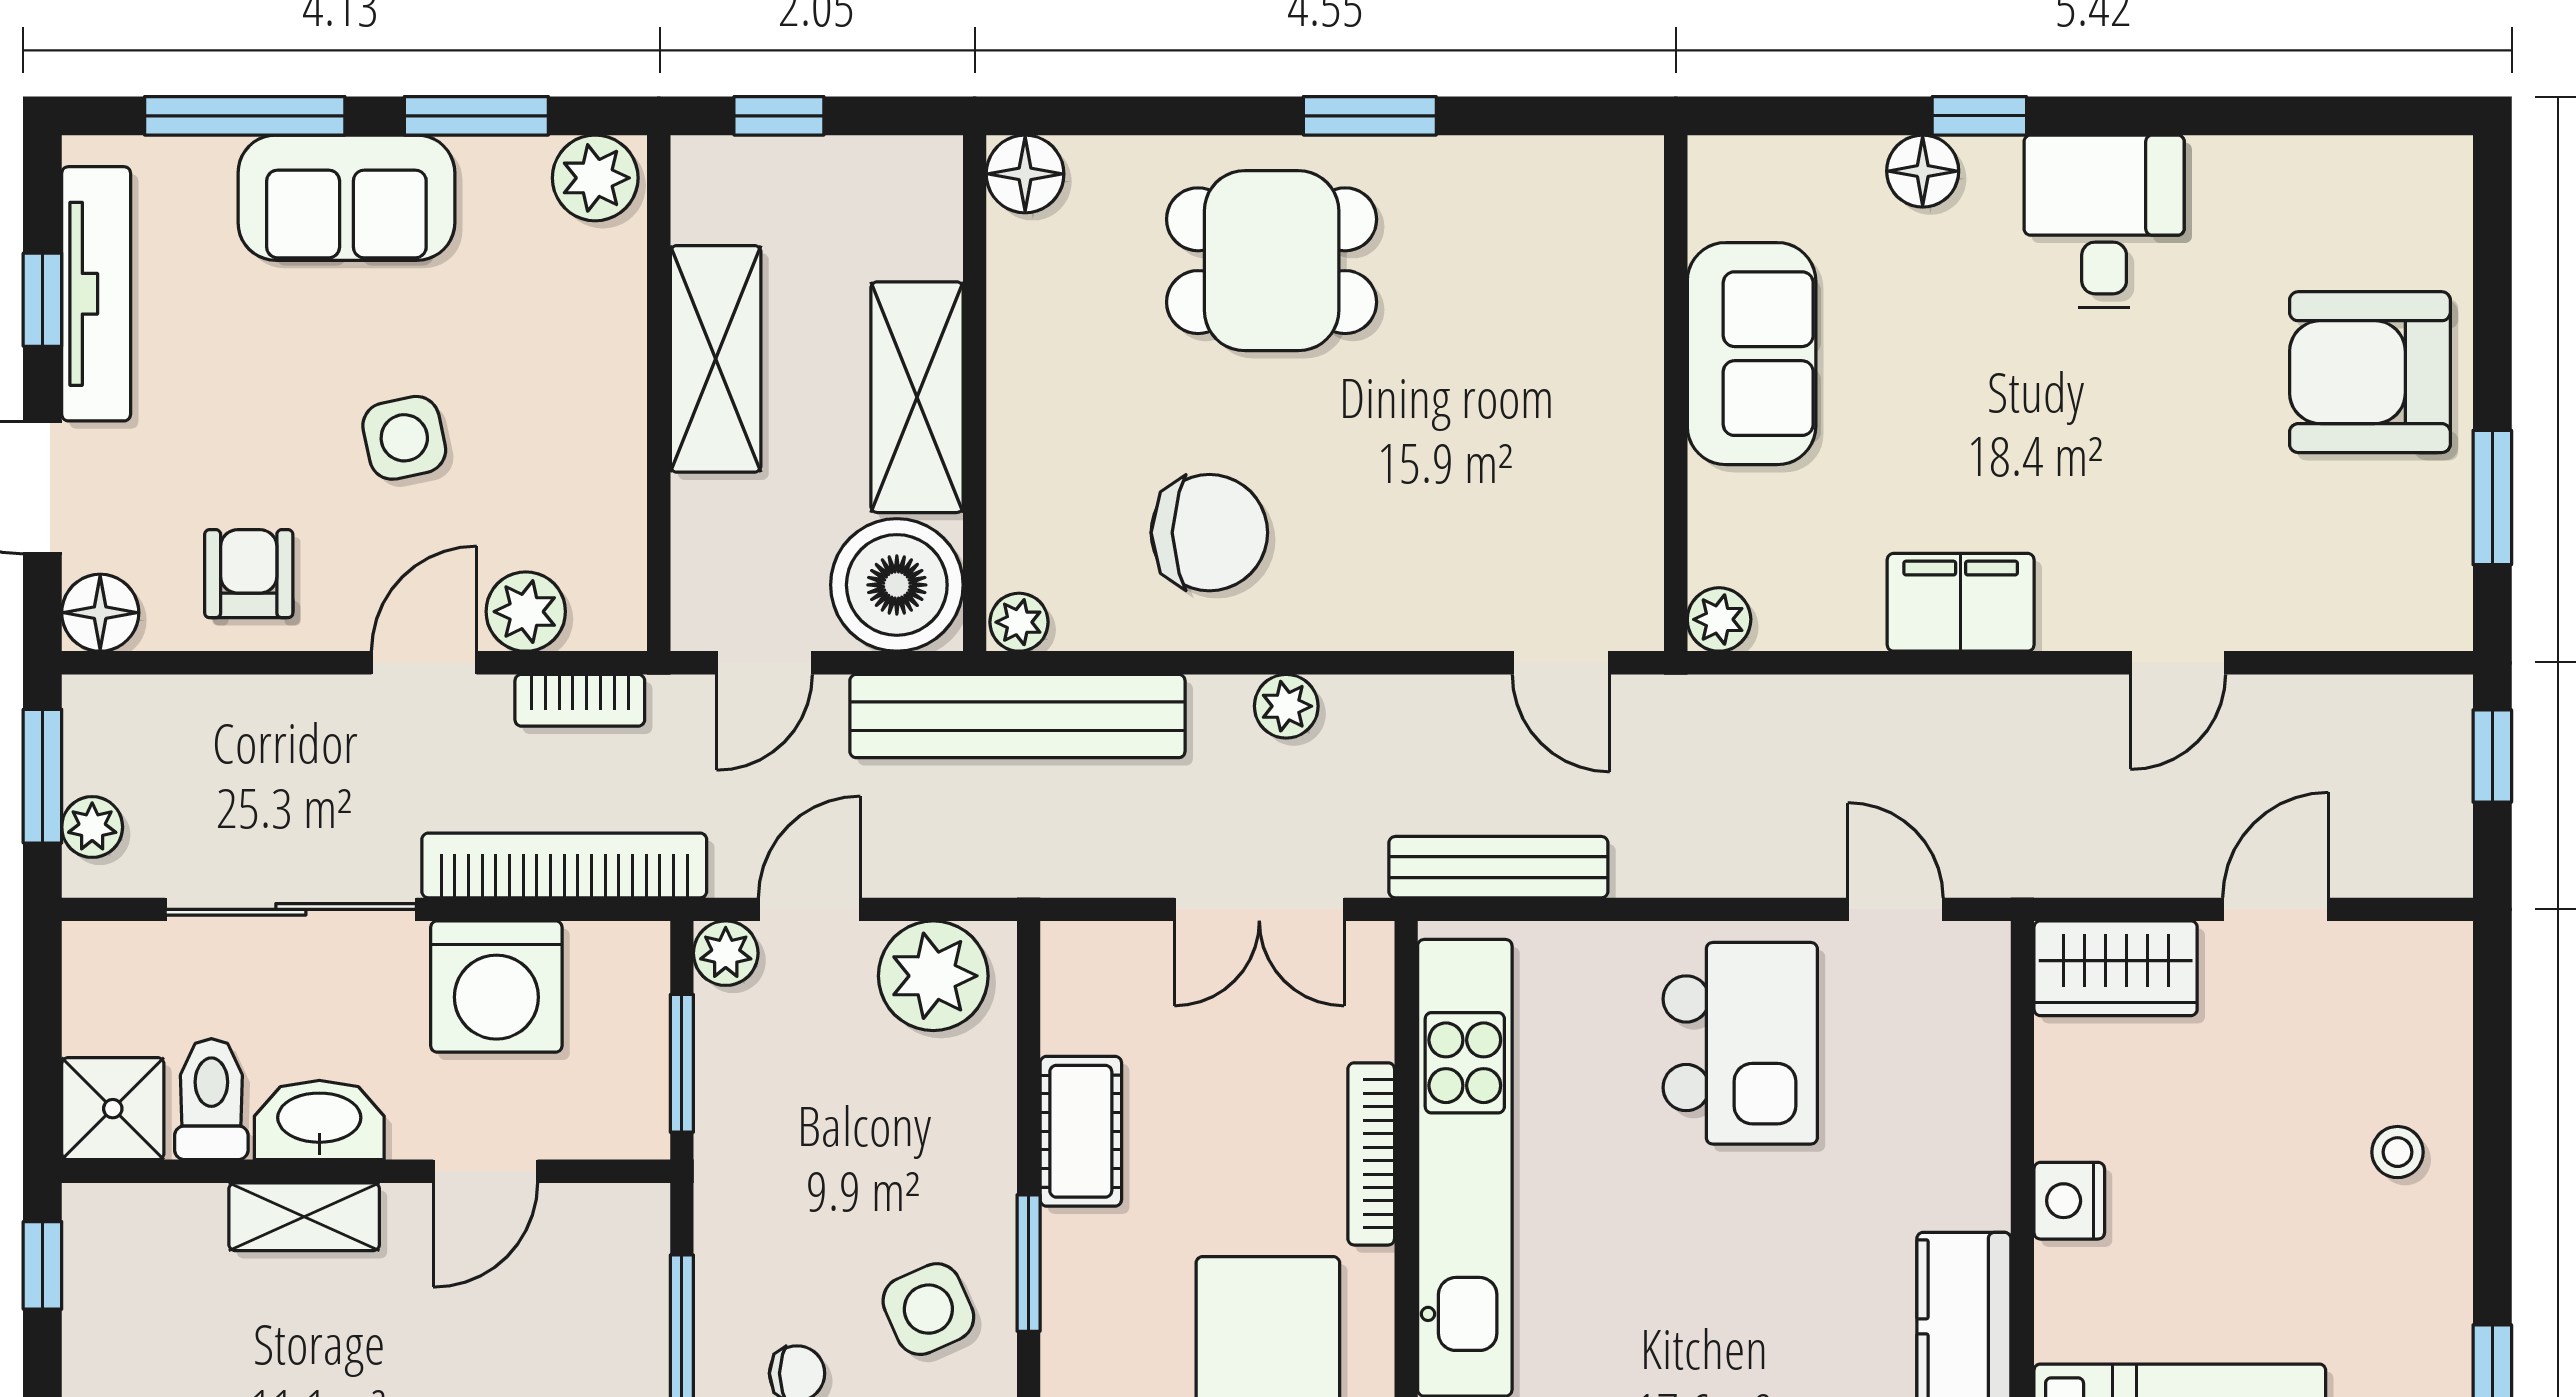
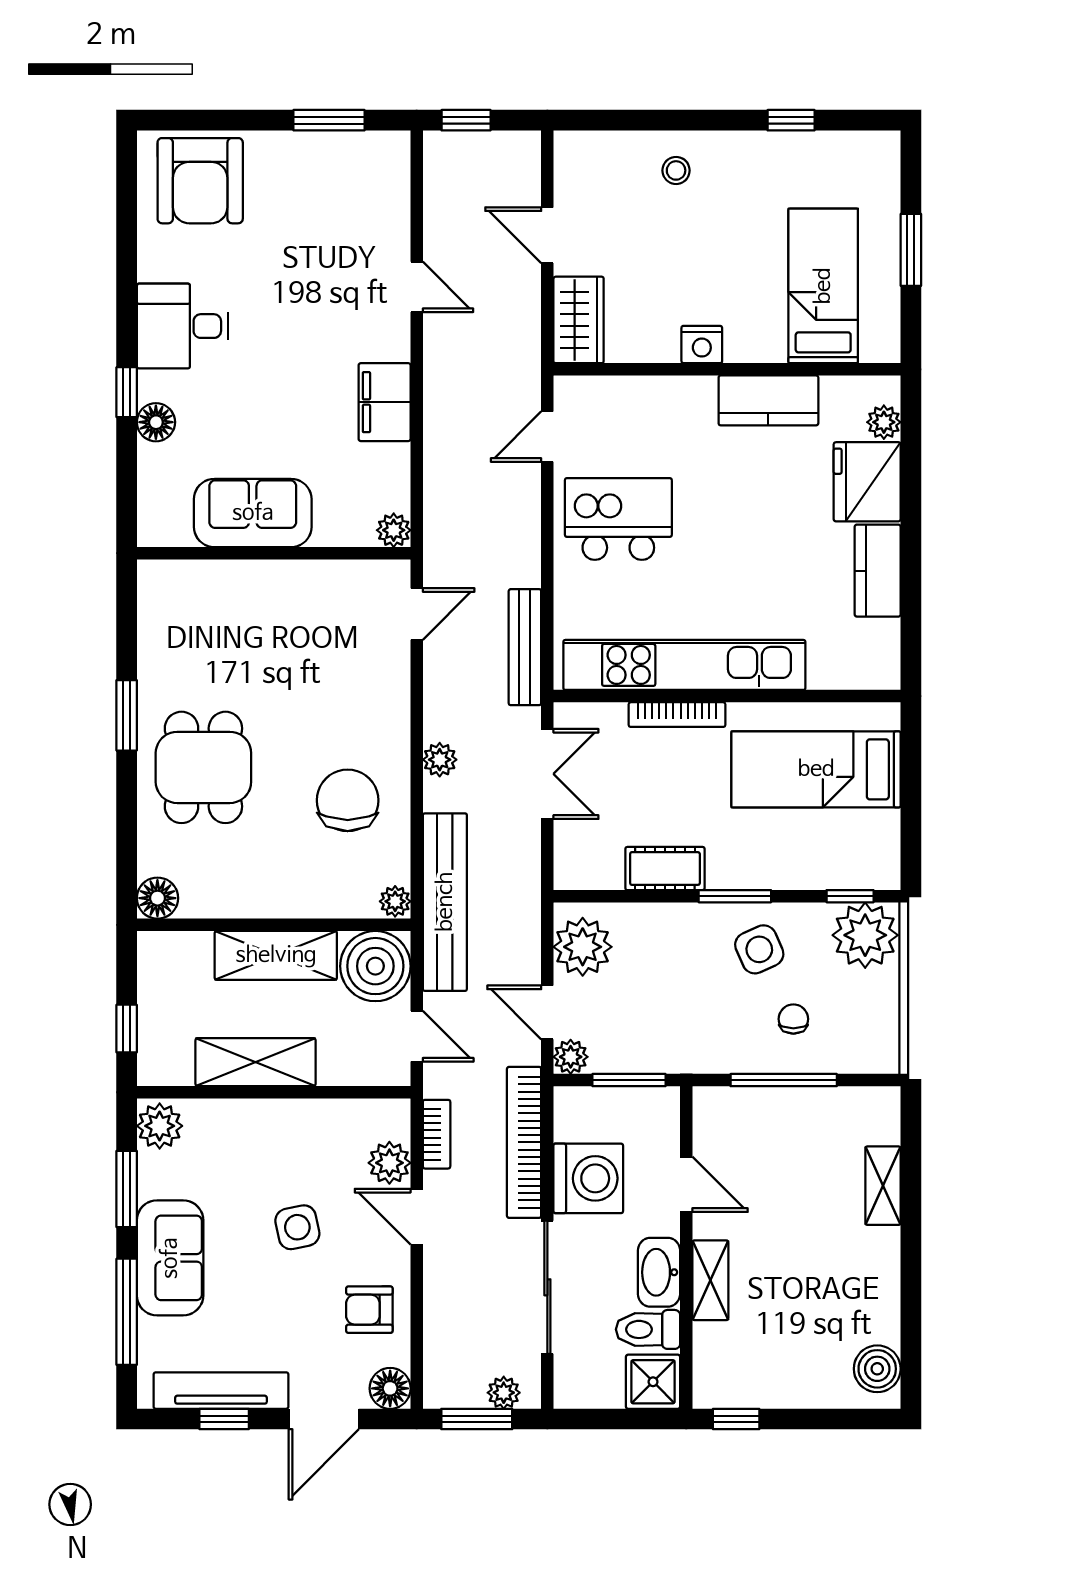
armchair: (2370, 372) -> (200, 181), moved

